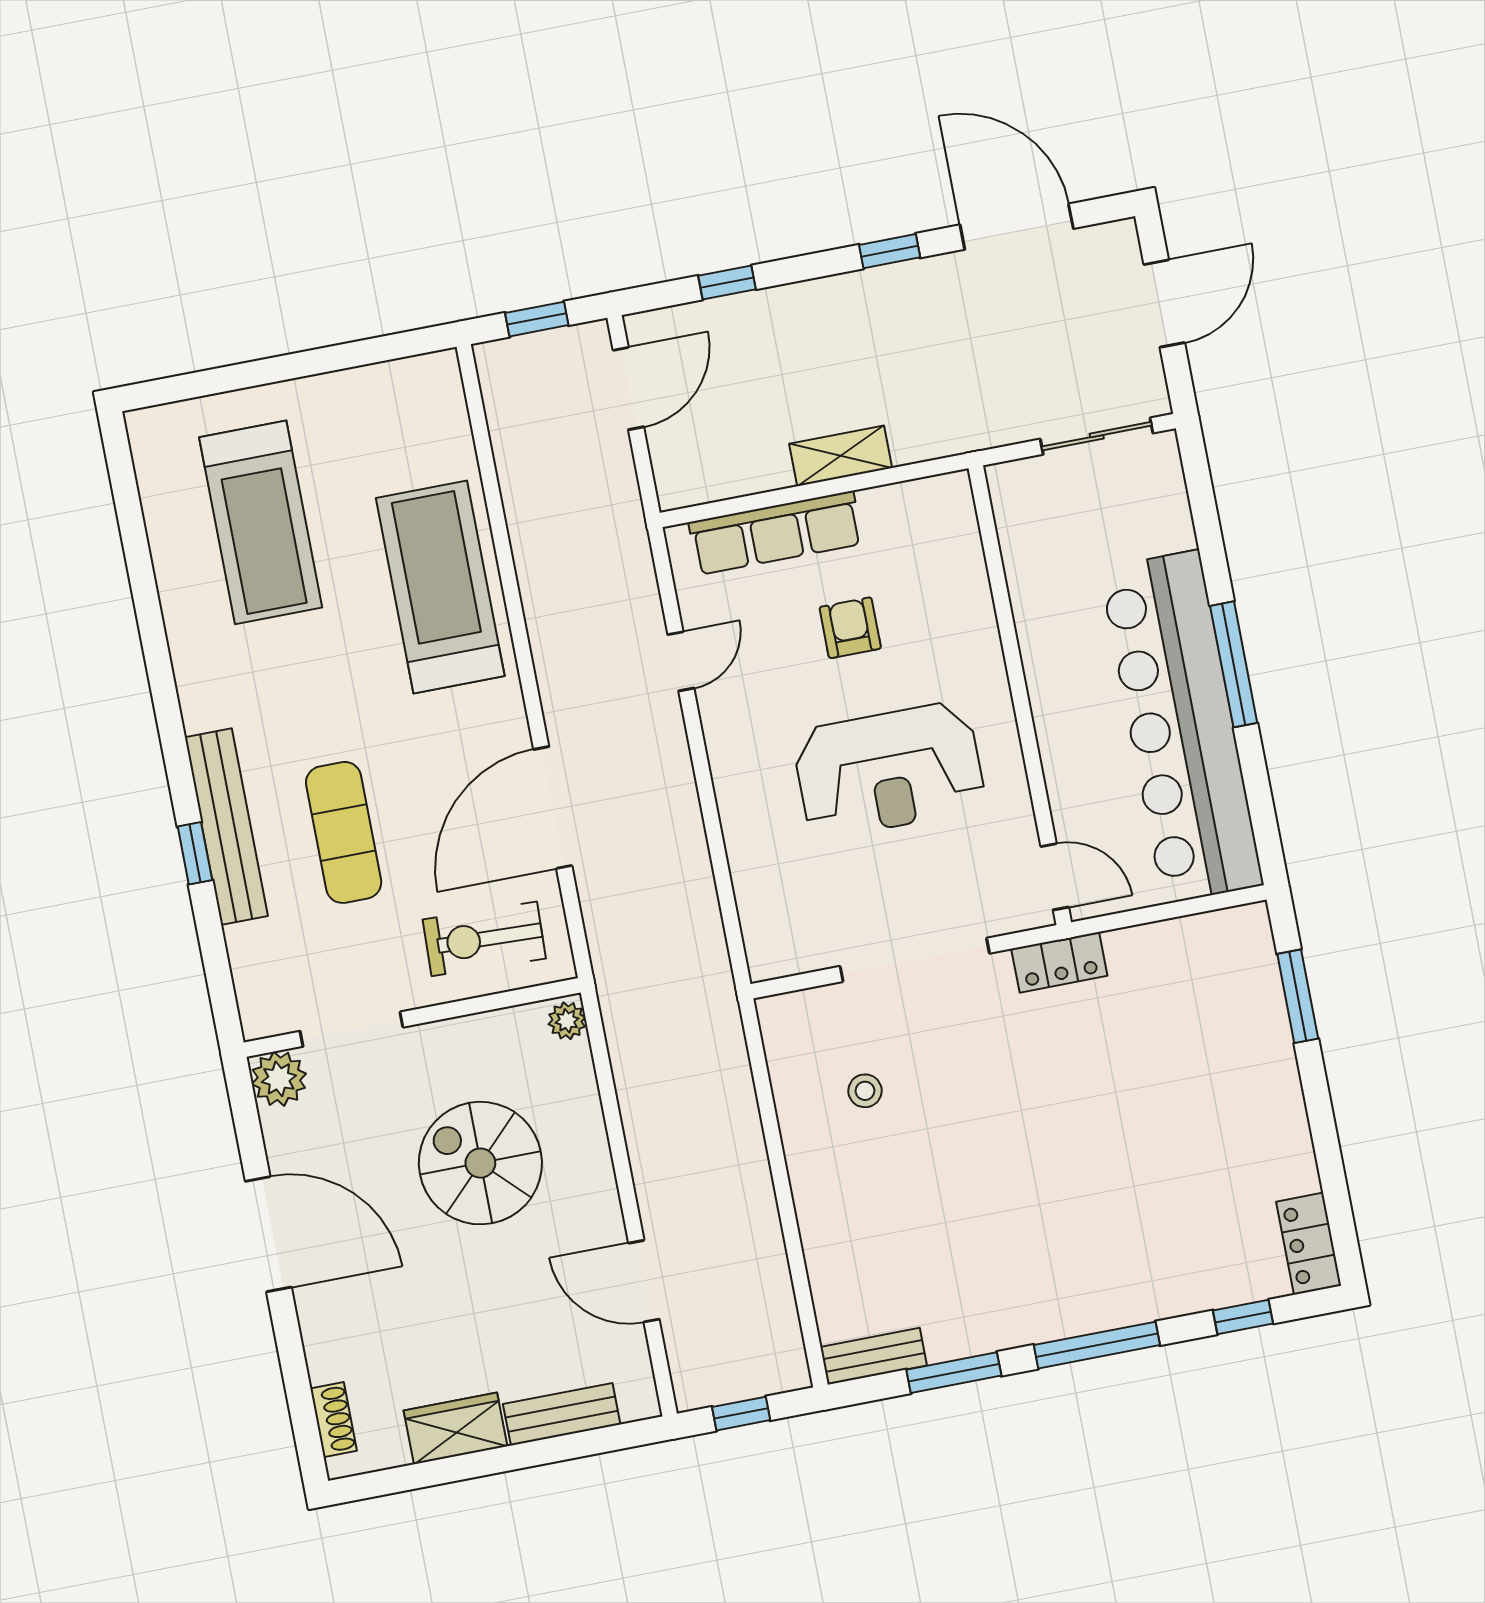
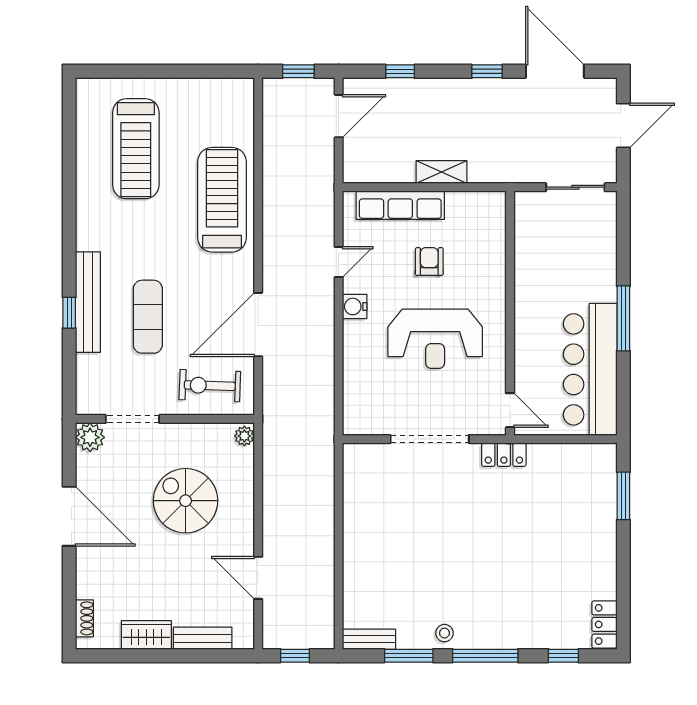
bar counter: (1181, 727) -> (590, 369), width x0.73
water cooler: (727, 739) -> (355, 306), added
stool: (865, 1091) -> (445, 633), moved

